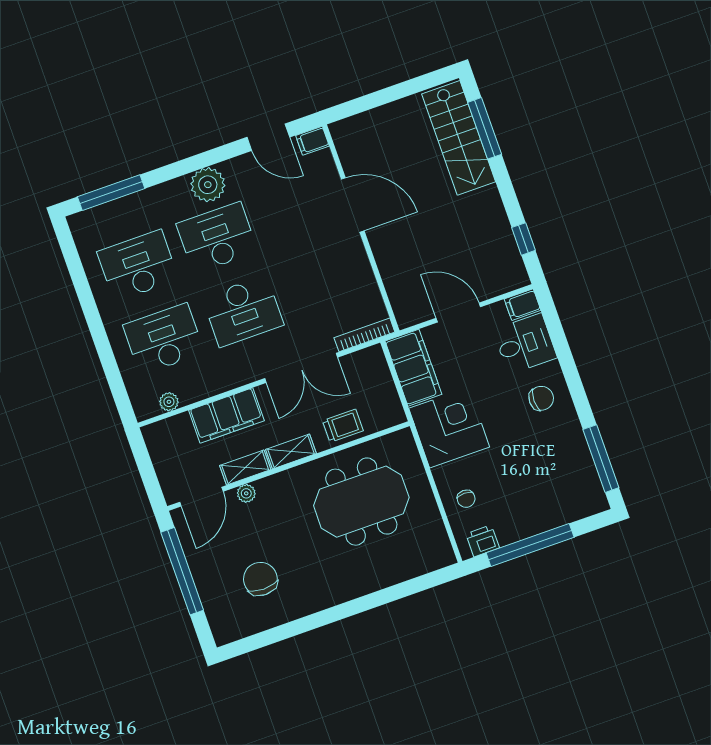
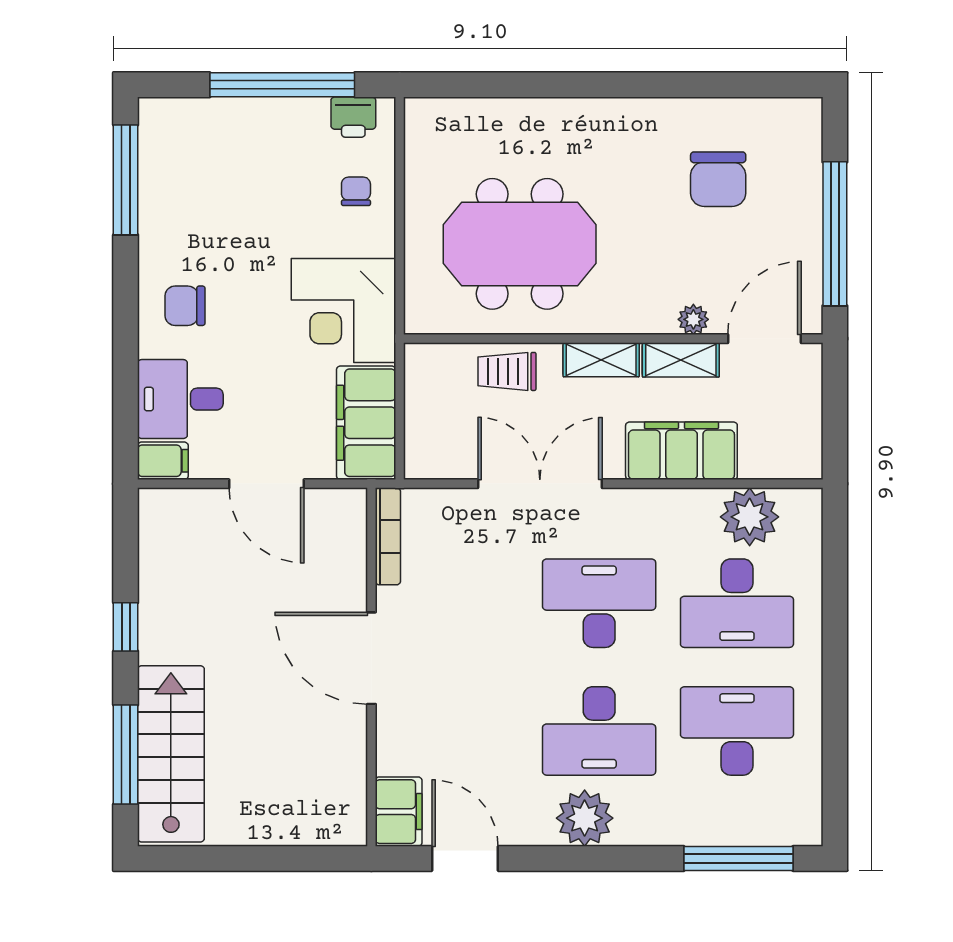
filing cabinet: (312, 141) -> (399, 812), width x2.00
door: (353, 205) -> (371, 658), moved
window: (523, 239) -> (126, 627), moved
desk: (138, 266) -> (737, 731), turned 180
bookcase: (364, 335) -> (388, 536), moved, turned -90
plant: (169, 402) -> (750, 517), width x1.87, depth x1.87

